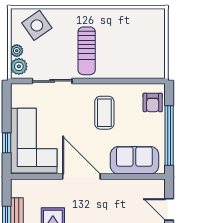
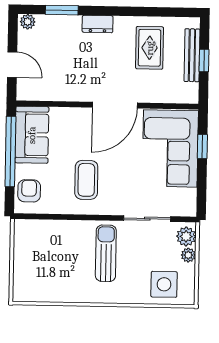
side table: (37, 25) -> (164, 284), turned 35
sofa: (134, 160) -> (32, 135), moved, turned -90
door: (81, 177) -> (115, 105), hinge flipped

